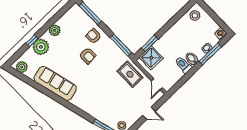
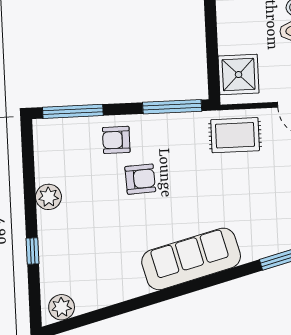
window: (150, 43) -> (212, 56), removed
plant: (41, 47) -> (56, 245), removed
sofa: (55, 83) -> (191, 259), moved

